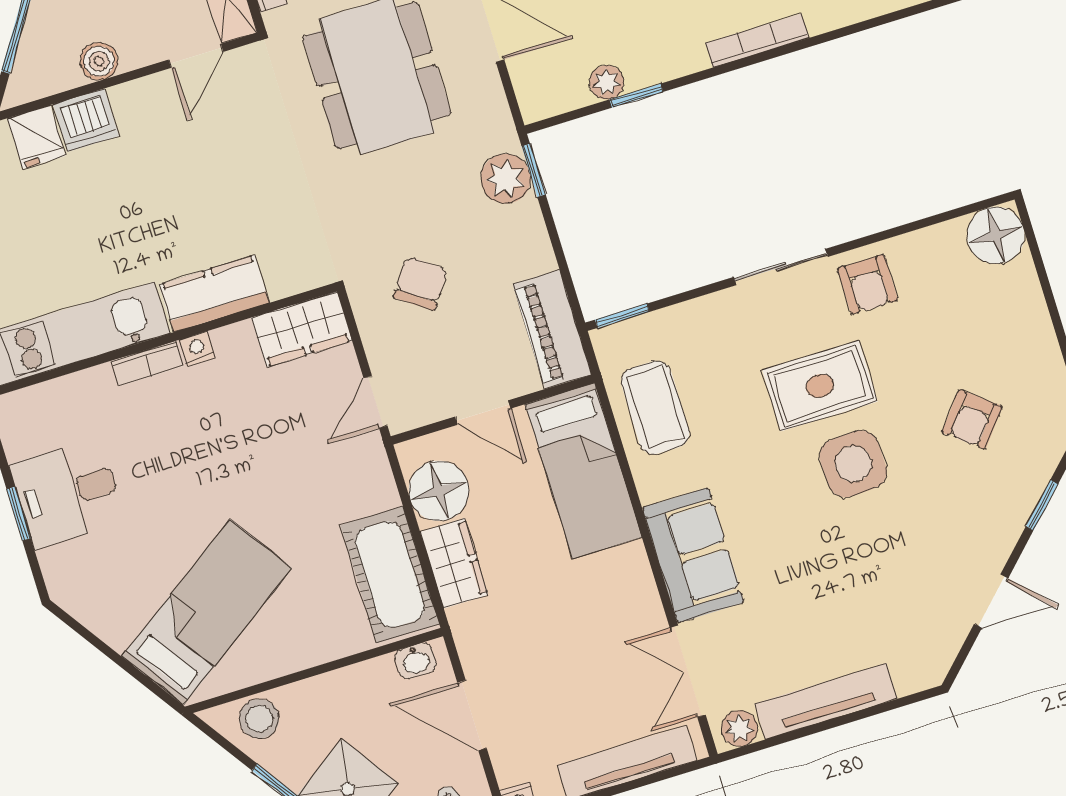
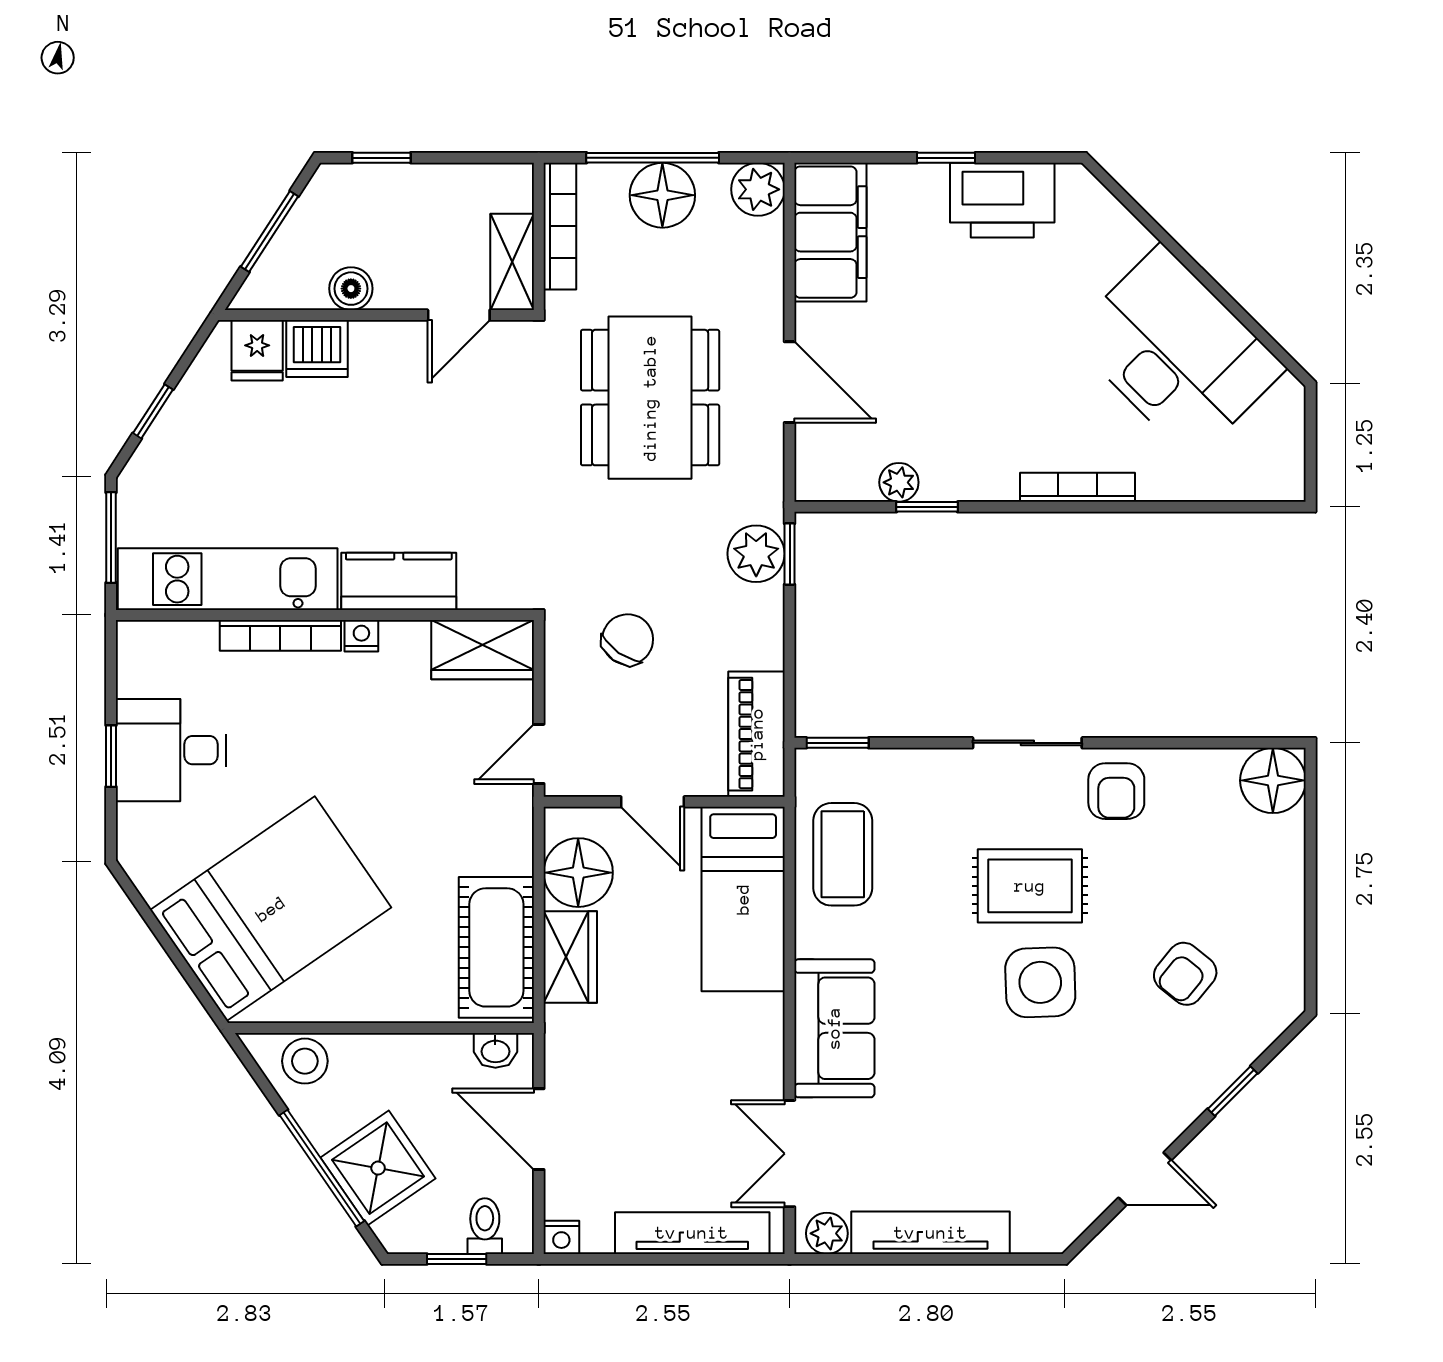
bookcase: (147, 364) -> (280, 635), width x1.56
bed: (207, 612) -> (271, 909), width x1.50

